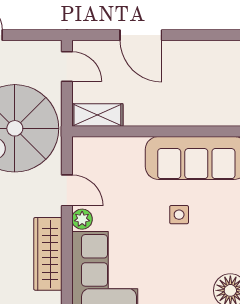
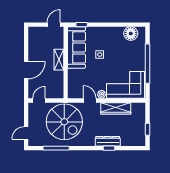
shelving: (97, 115) -> (59, 60), moved
door: (67, 190) -> (90, 100), hinge flipped

